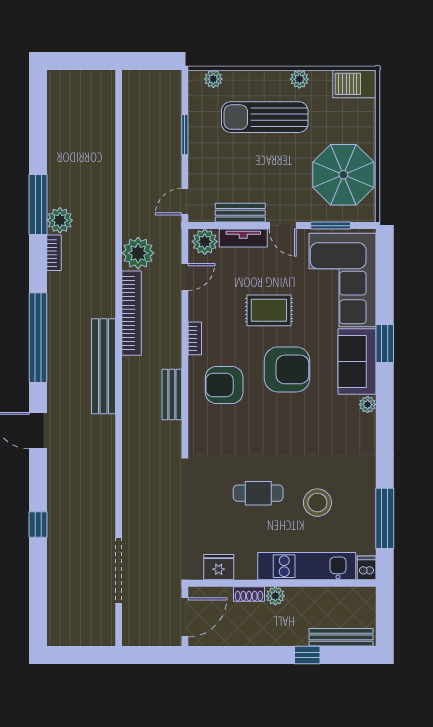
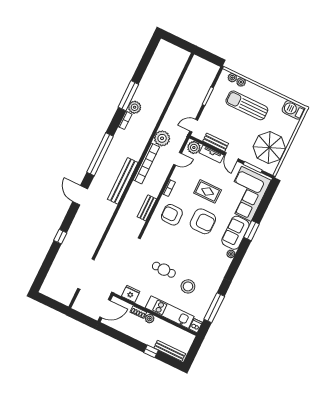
plant: (299, 79) -> (241, 82), moved

